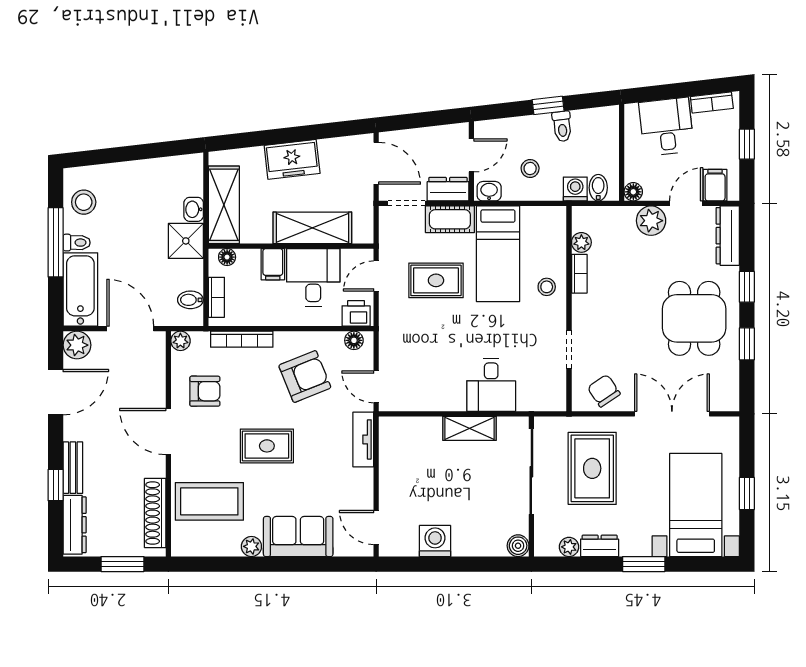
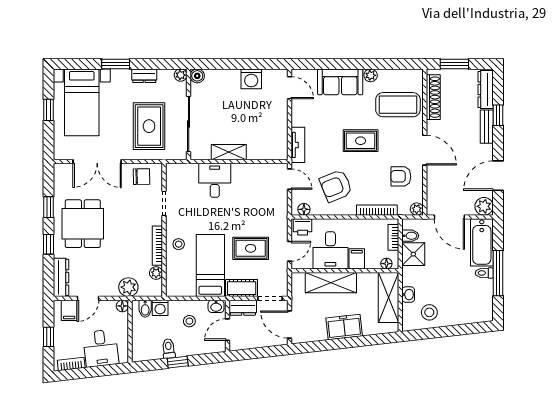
stool: (84, 202) -> (429, 312), moved
plant: (651, 221) -> (128, 287), moved
shower: (186, 241) -> (413, 254), moved
bookcase: (579, 274) -> (157, 246), width x1.56
chair: (604, 391) -> (141, 177), turned -57
plant: (569, 547) -> (181, 75), moved

